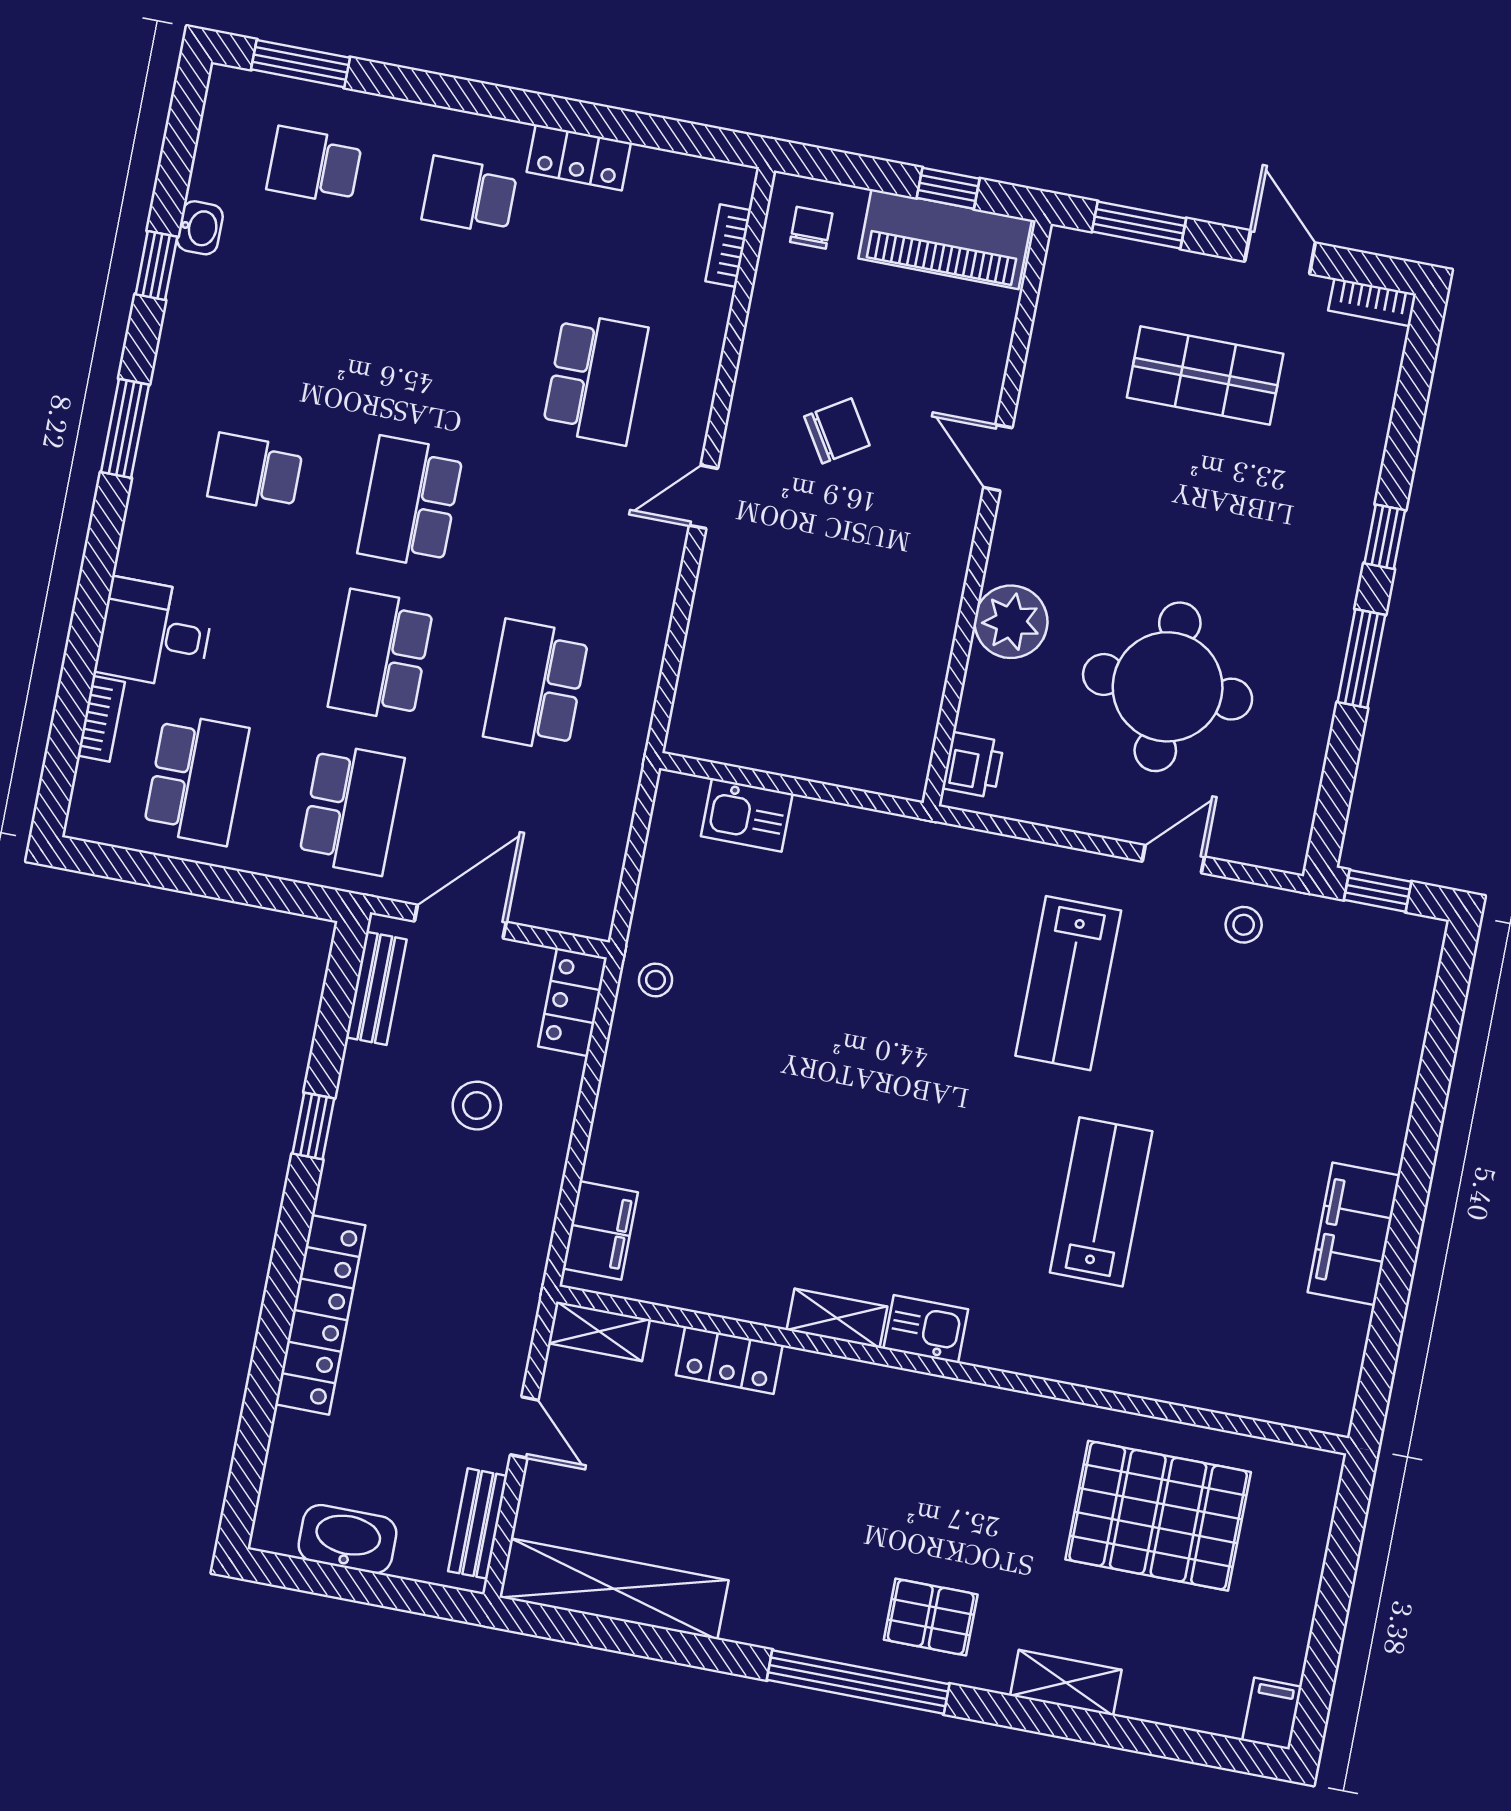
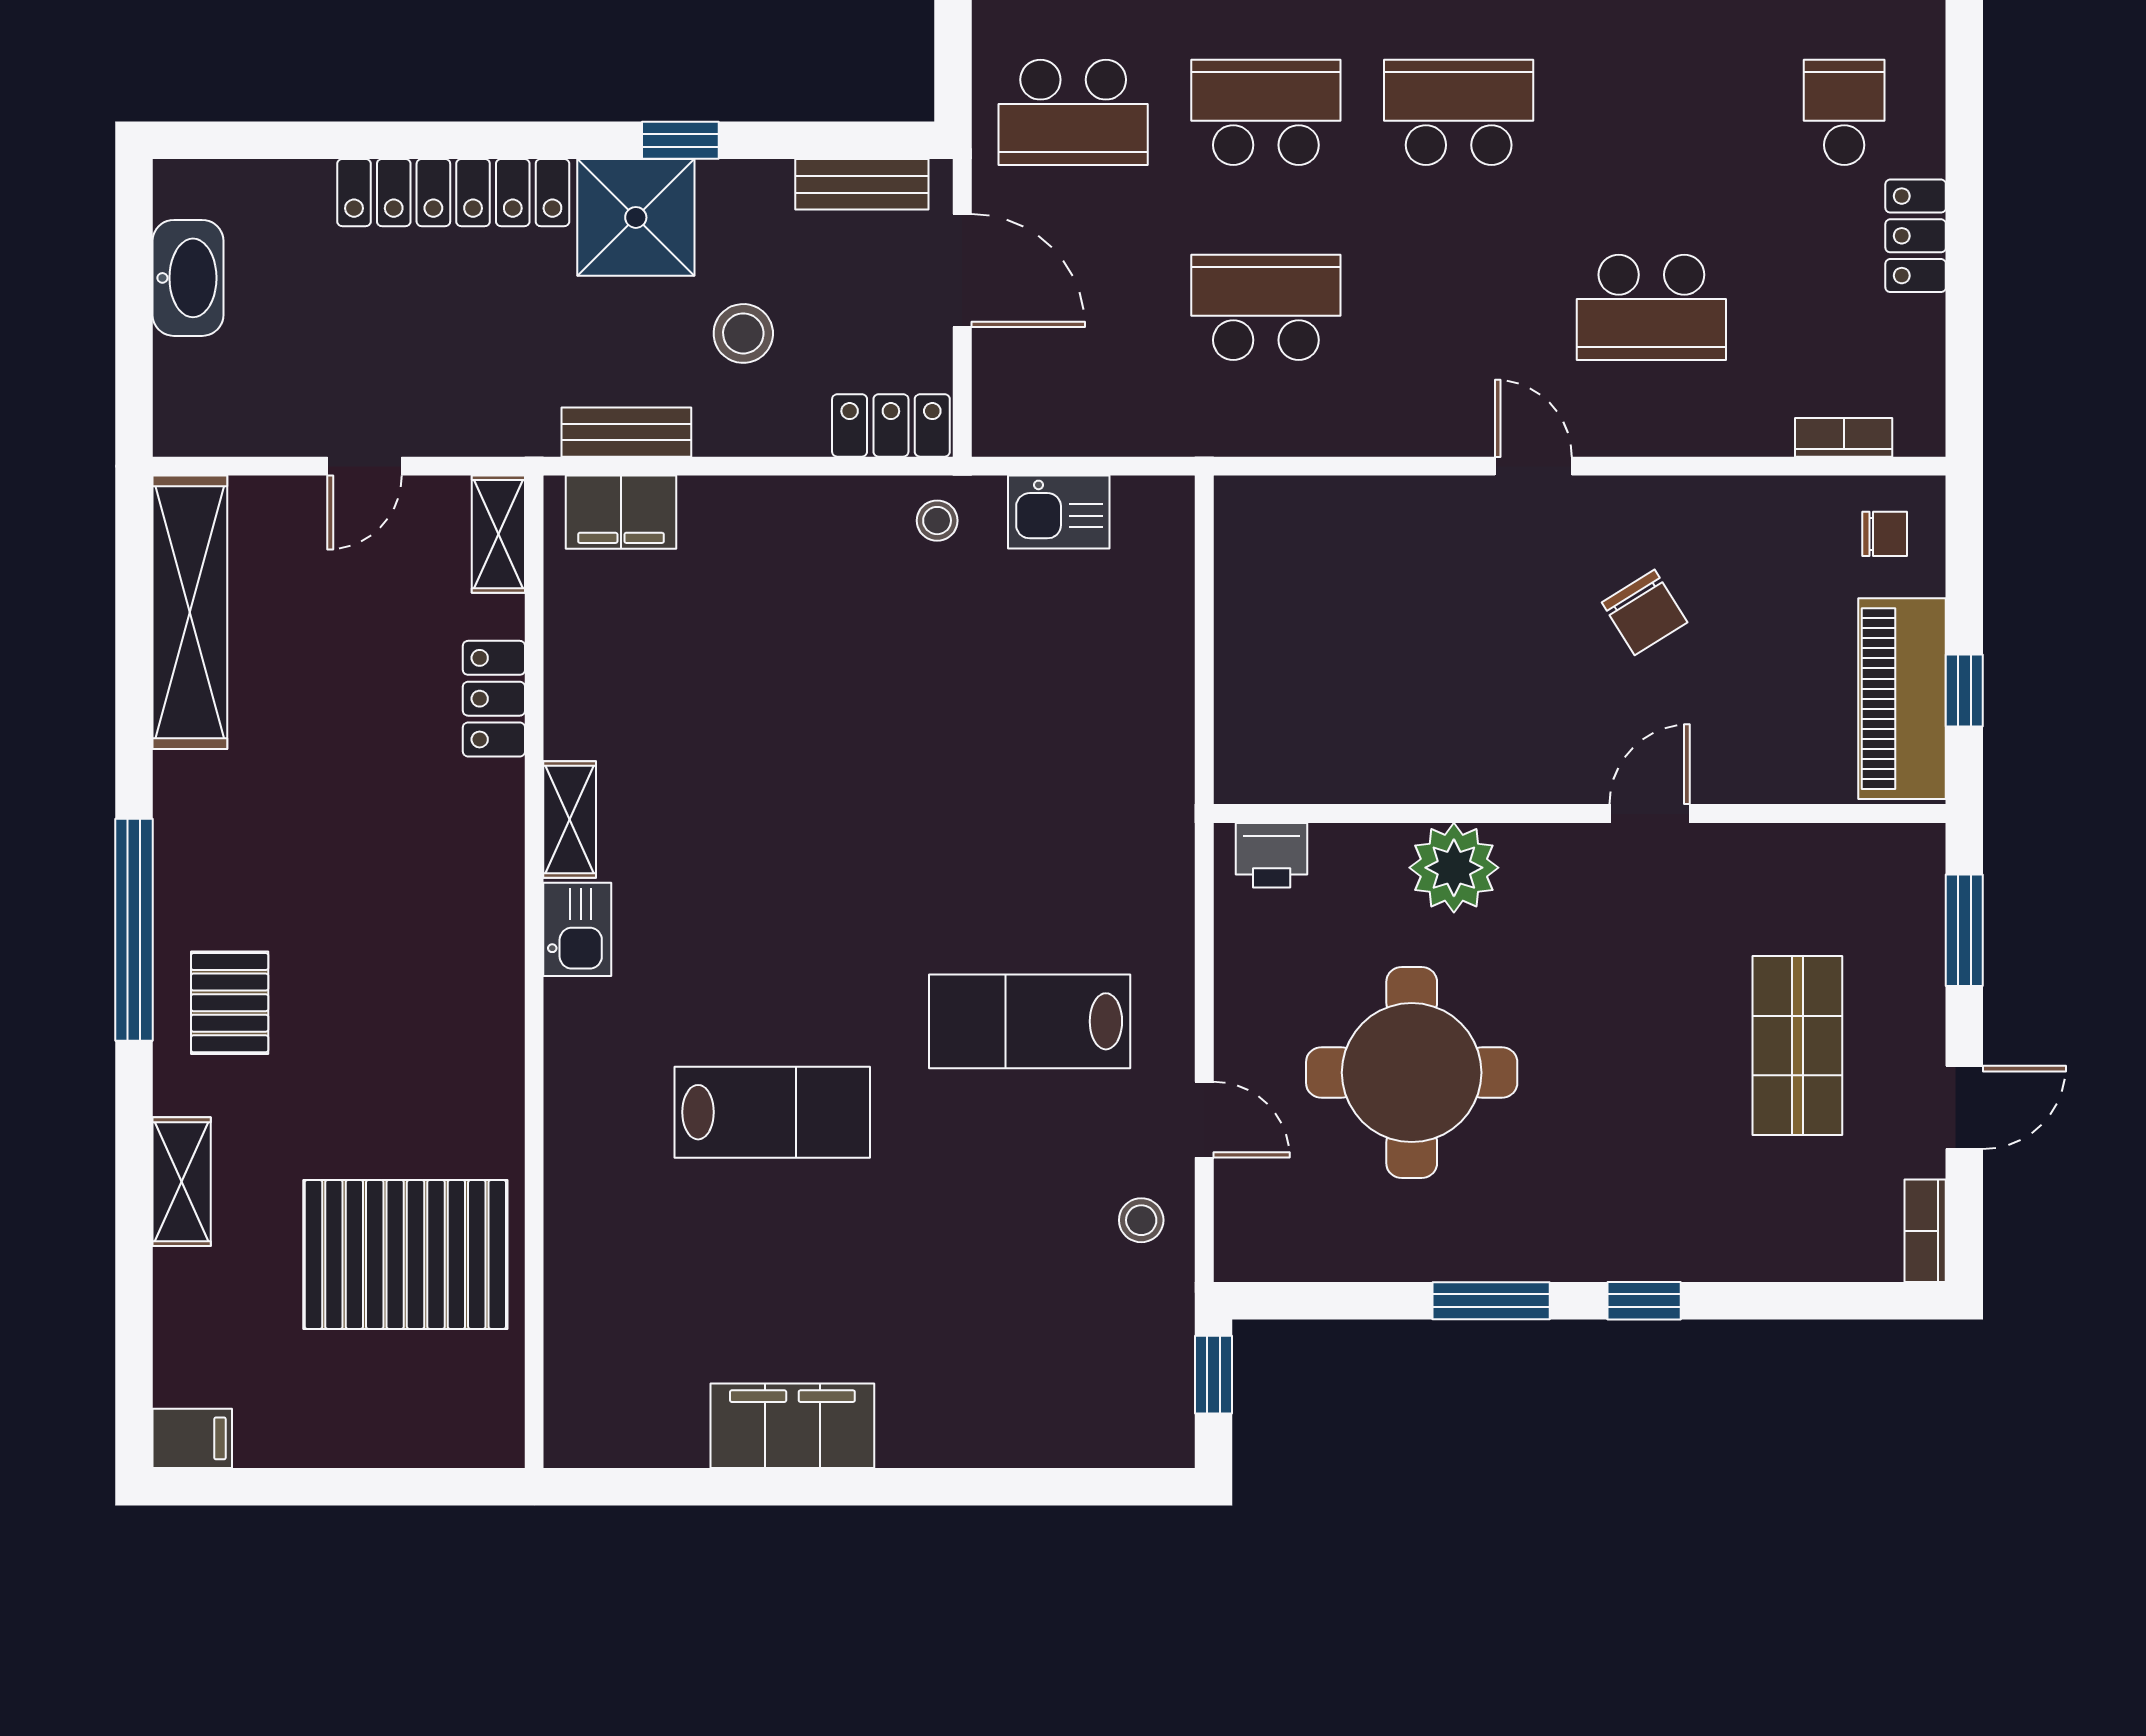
kitchen sink: (747, 815) -> (1059, 512), moved, turned -90
shower: (368, 1173) -> (636, 217), added
pallet: (1158, 1516) -> (405, 1254), turned 90
bench: (478, 1524) -> (626, 432), moved

